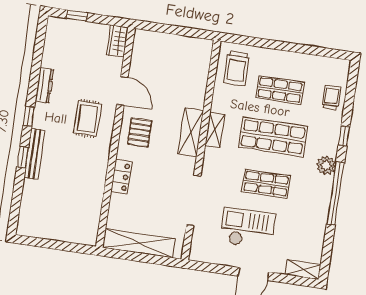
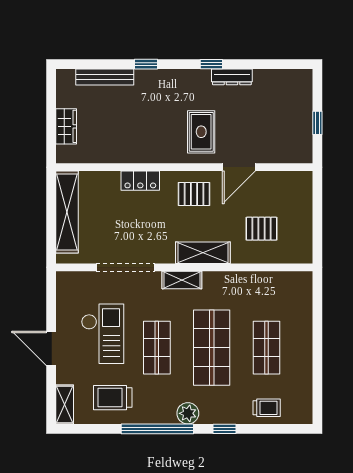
window: (77, 16) -> (317, 123), moved
wardrobe: (117, 41) -> (66, 126), moved, turned 90
trolley: (237, 68) -> (113, 398), moved
pallet: (178, 79) -> (262, 229), added
window: (29, 116) -> (211, 64), moved
rug: (87, 119) -> (201, 132), turned 90
shelving: (215, 130) -> (182, 280), moved
bench: (34, 154) -> (105, 77), moved

